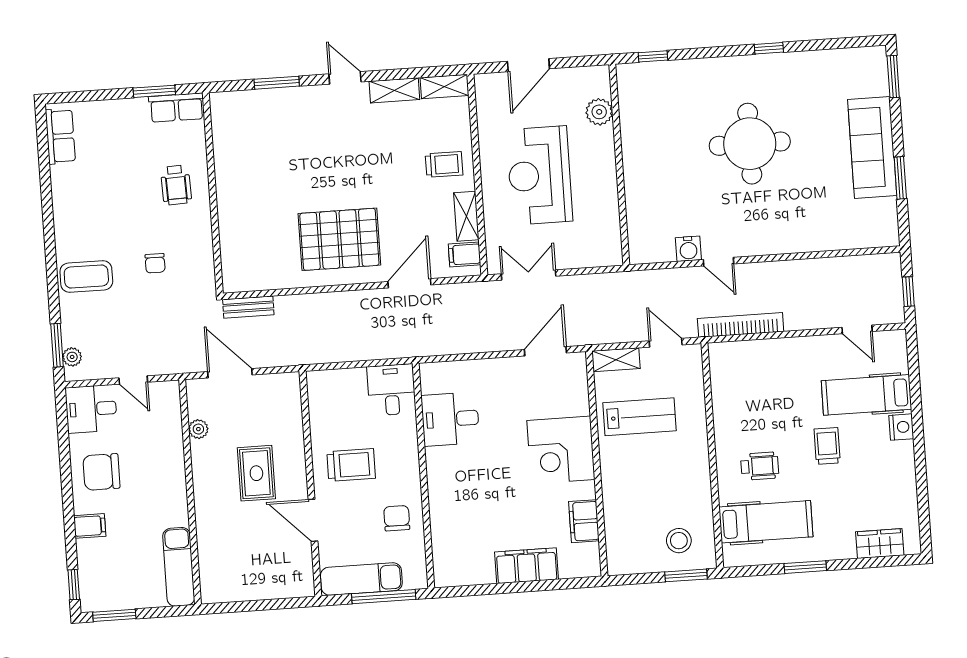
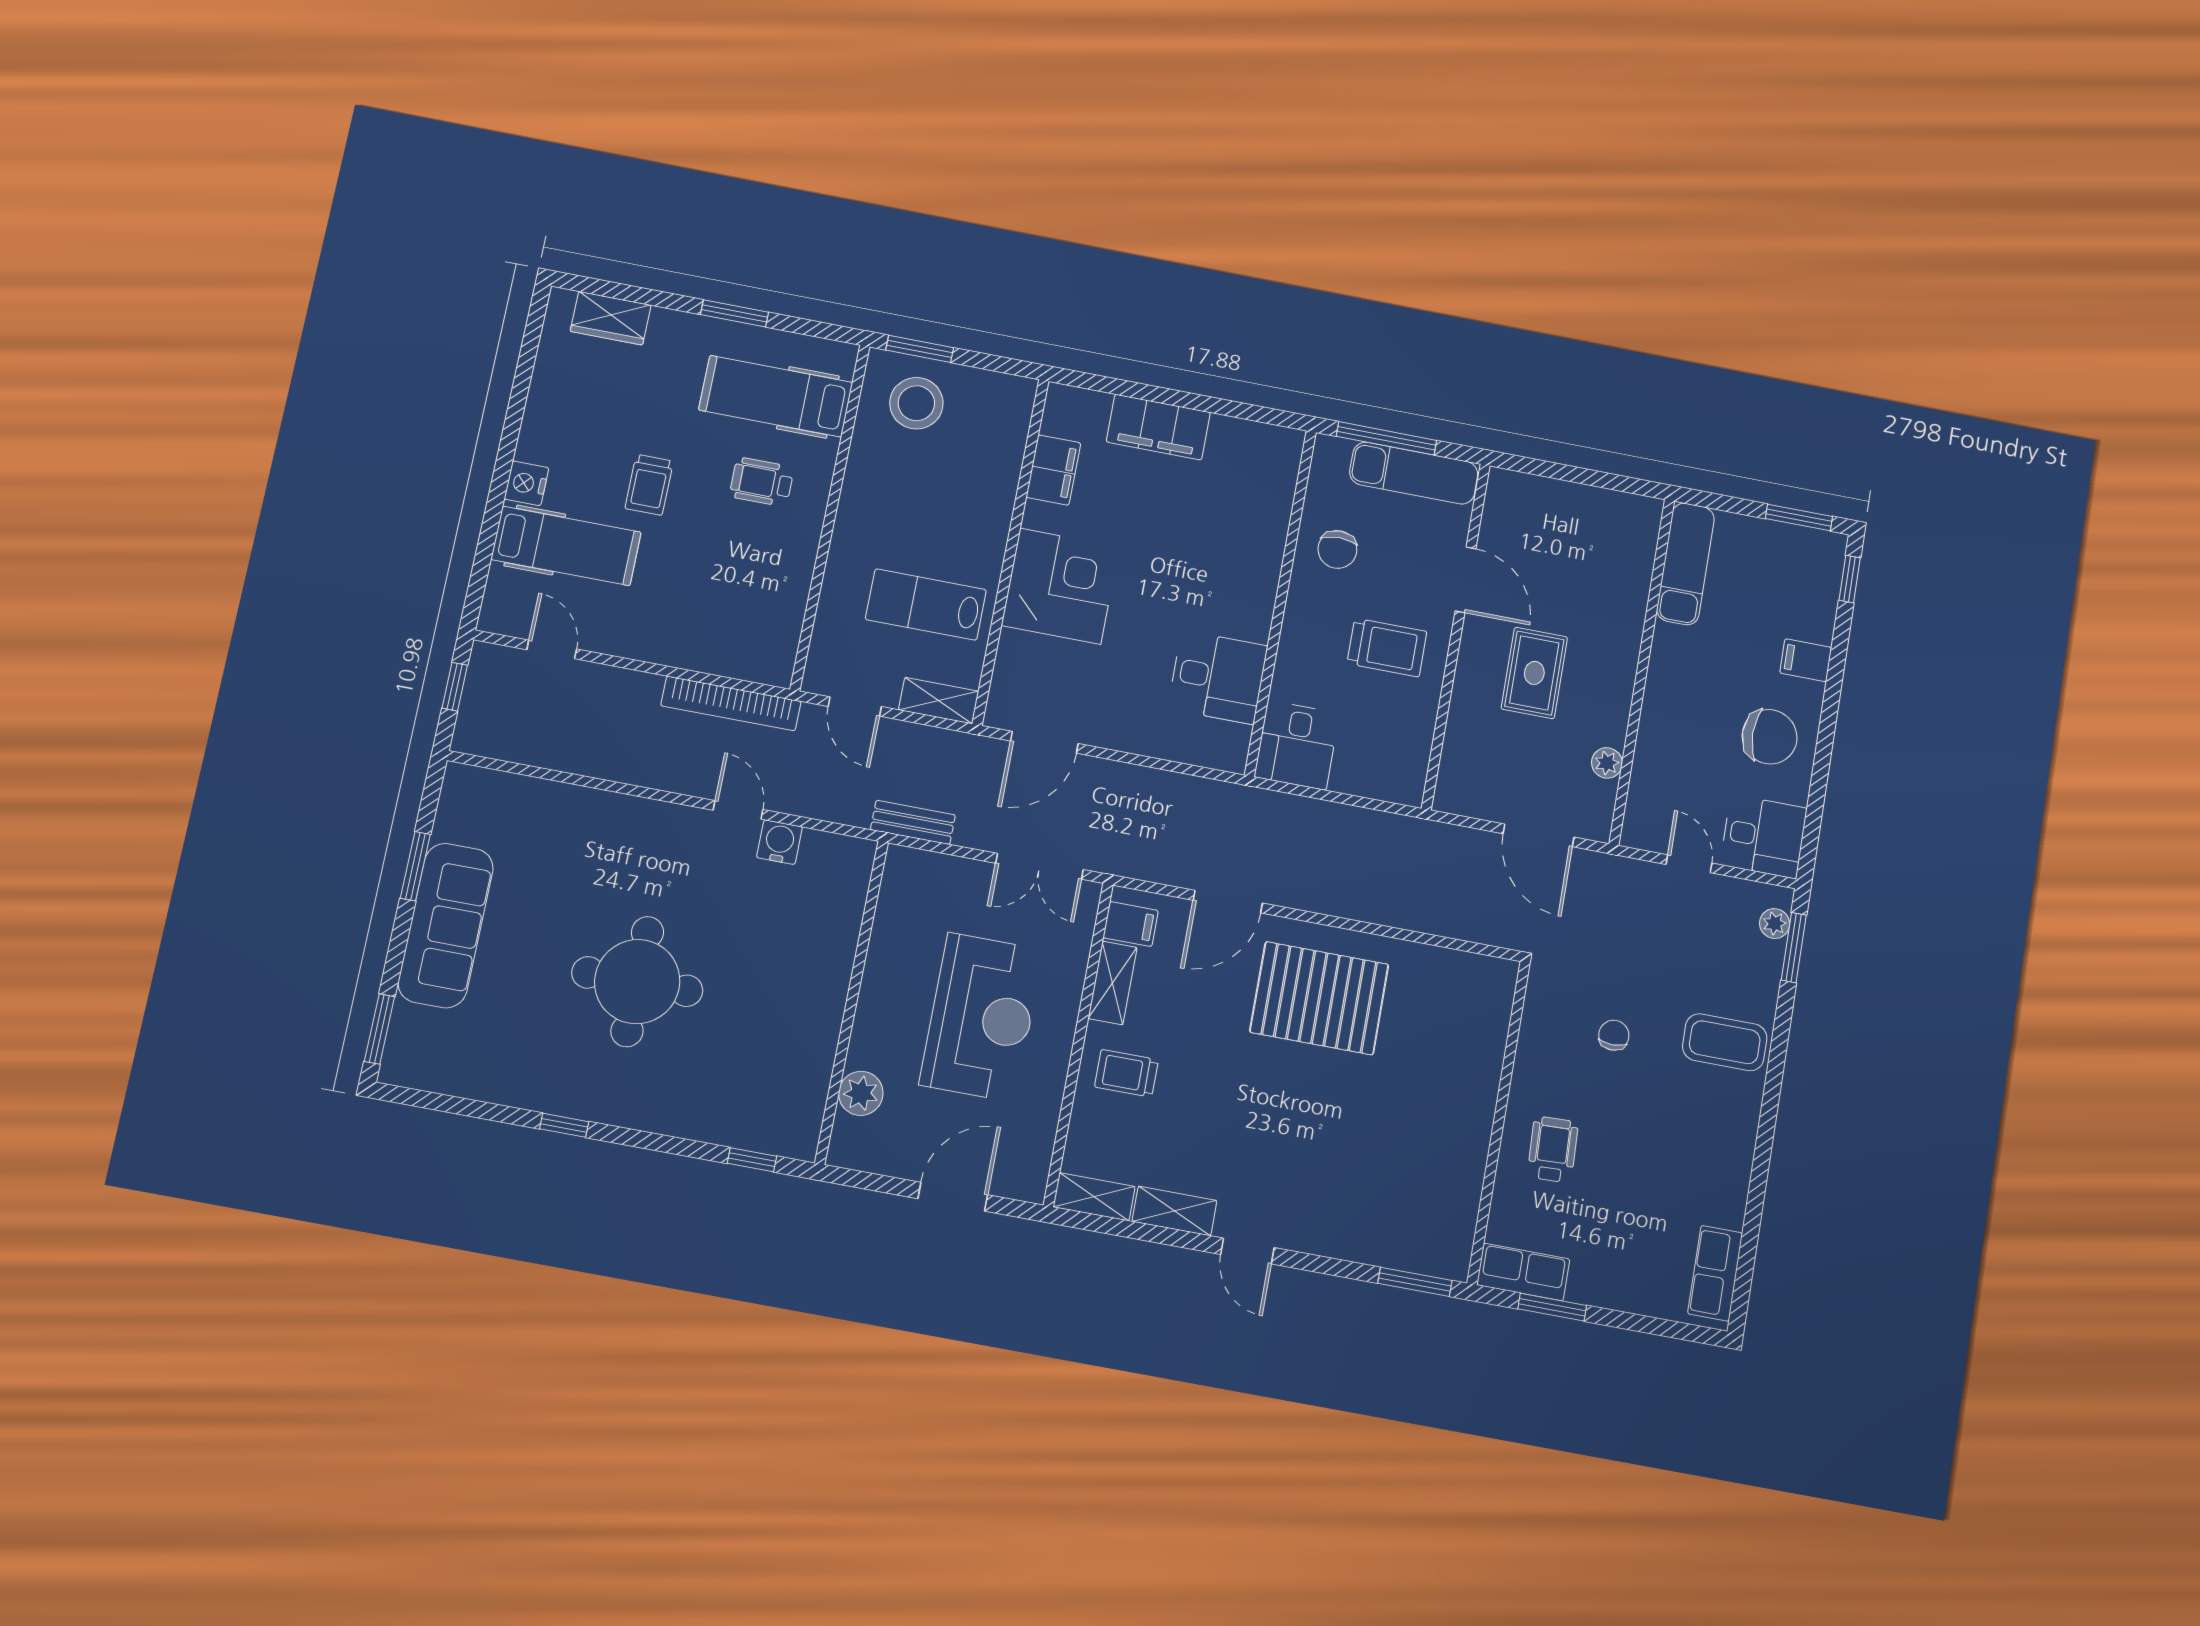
window: (277, 83) -> (1415, 1282), moved
bench: (248, 307) -> (913, 822), moved
trolley: (351, 465) -> (1387, 648), turned 180
stool: (679, 541) -> (916, 403), width x1.38, depth x1.38

